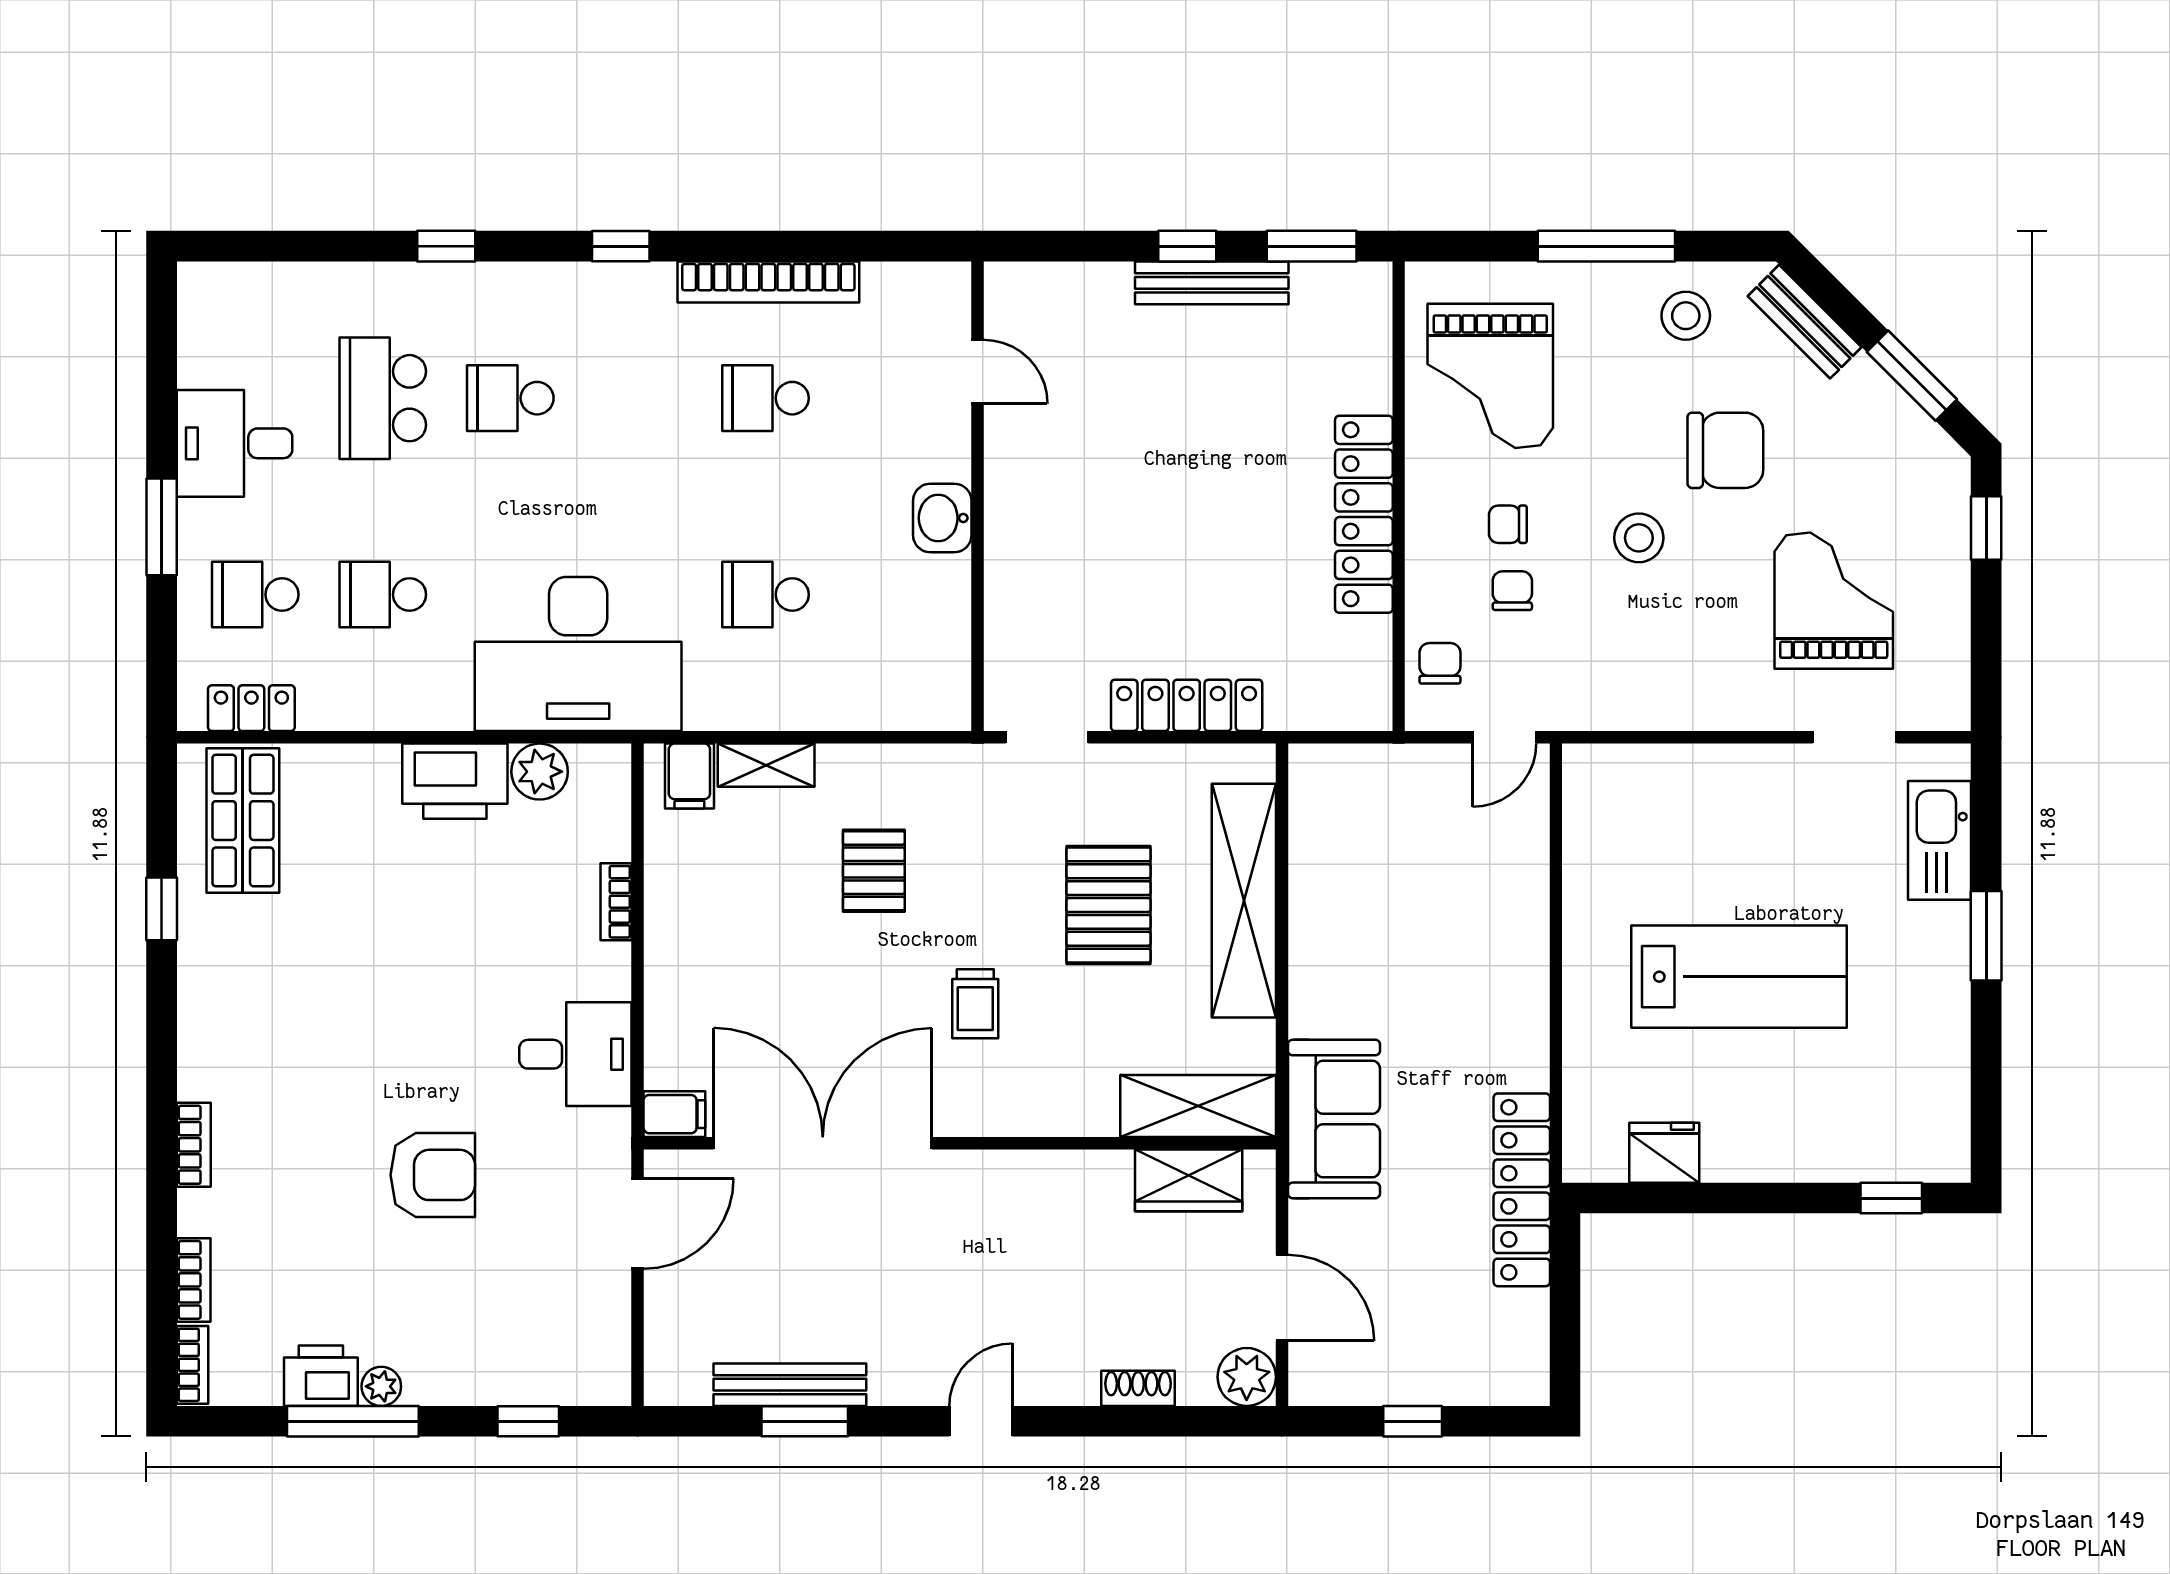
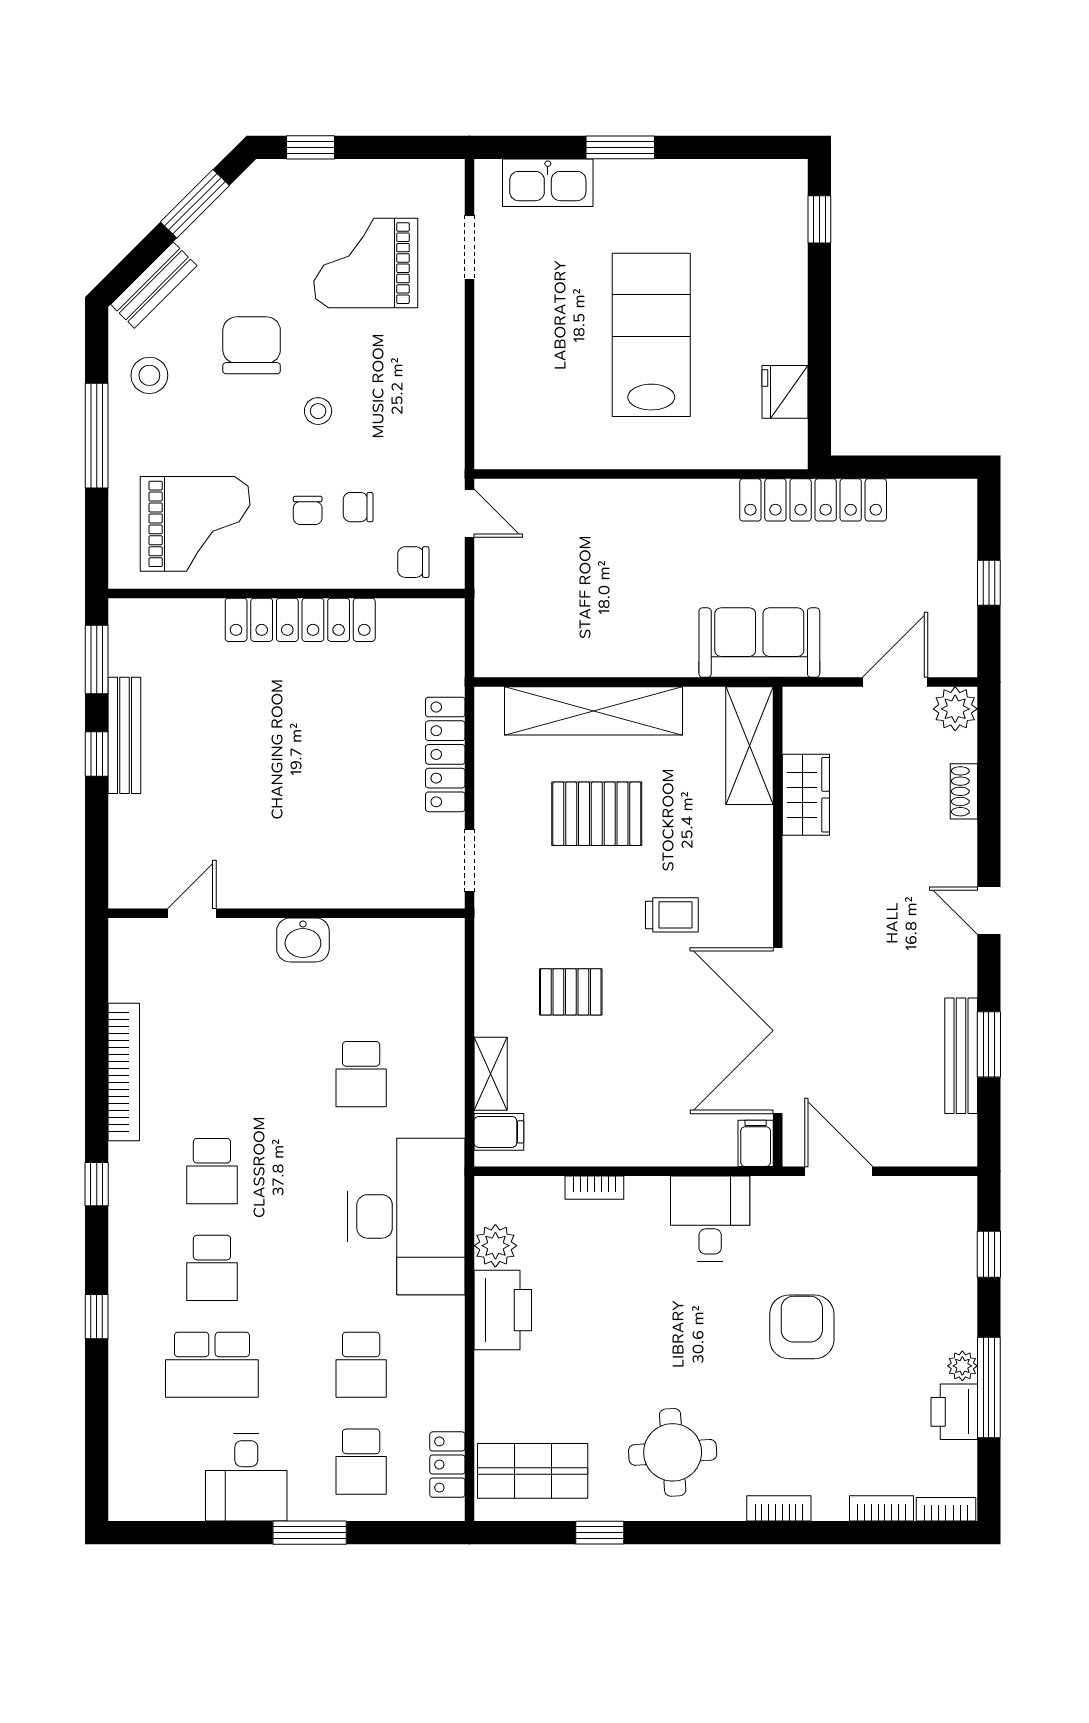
school desk: (765, 398) -> (212, 1171), moved
stool: (1639, 538) -> (318, 411), width x0.73, depth x0.73
round table: (267, 1005) -> (673, 1452), added
wardrobe: (1189, 1180) -> (806, 795), moved

